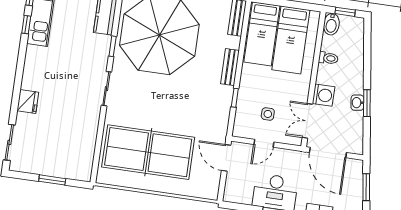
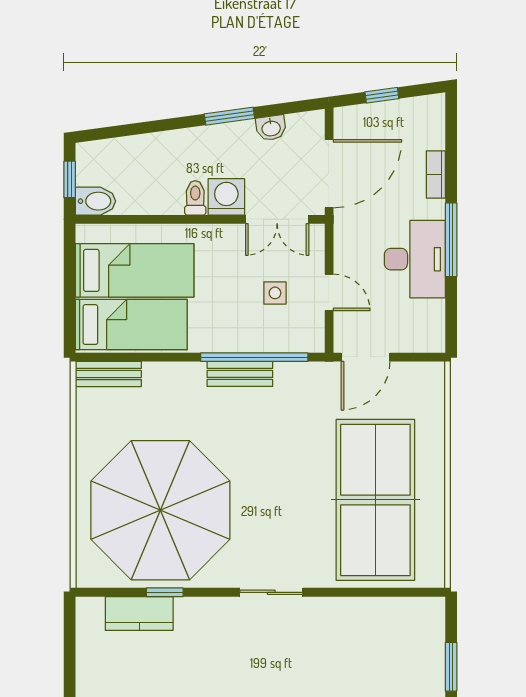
window: (113, 46) -> (165, 592), moved
toilet: (328, 58) -> (195, 198), moved
bench: (230, 67) -> (240, 374), moved
window: (235, 98) -> (254, 357), width x3.17
washbasin: (357, 103) -> (271, 128), moved
window: (366, 187) -> (382, 95), width x0.67

